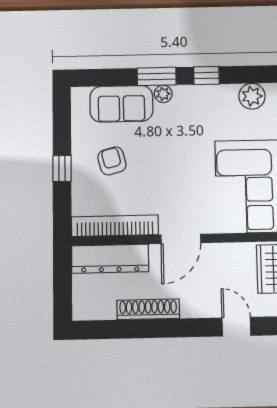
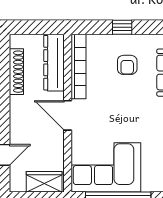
armchair: (112, 161) -> (127, 65), turned 105
shoe rack: (148, 309) -> (16, 72), moved

